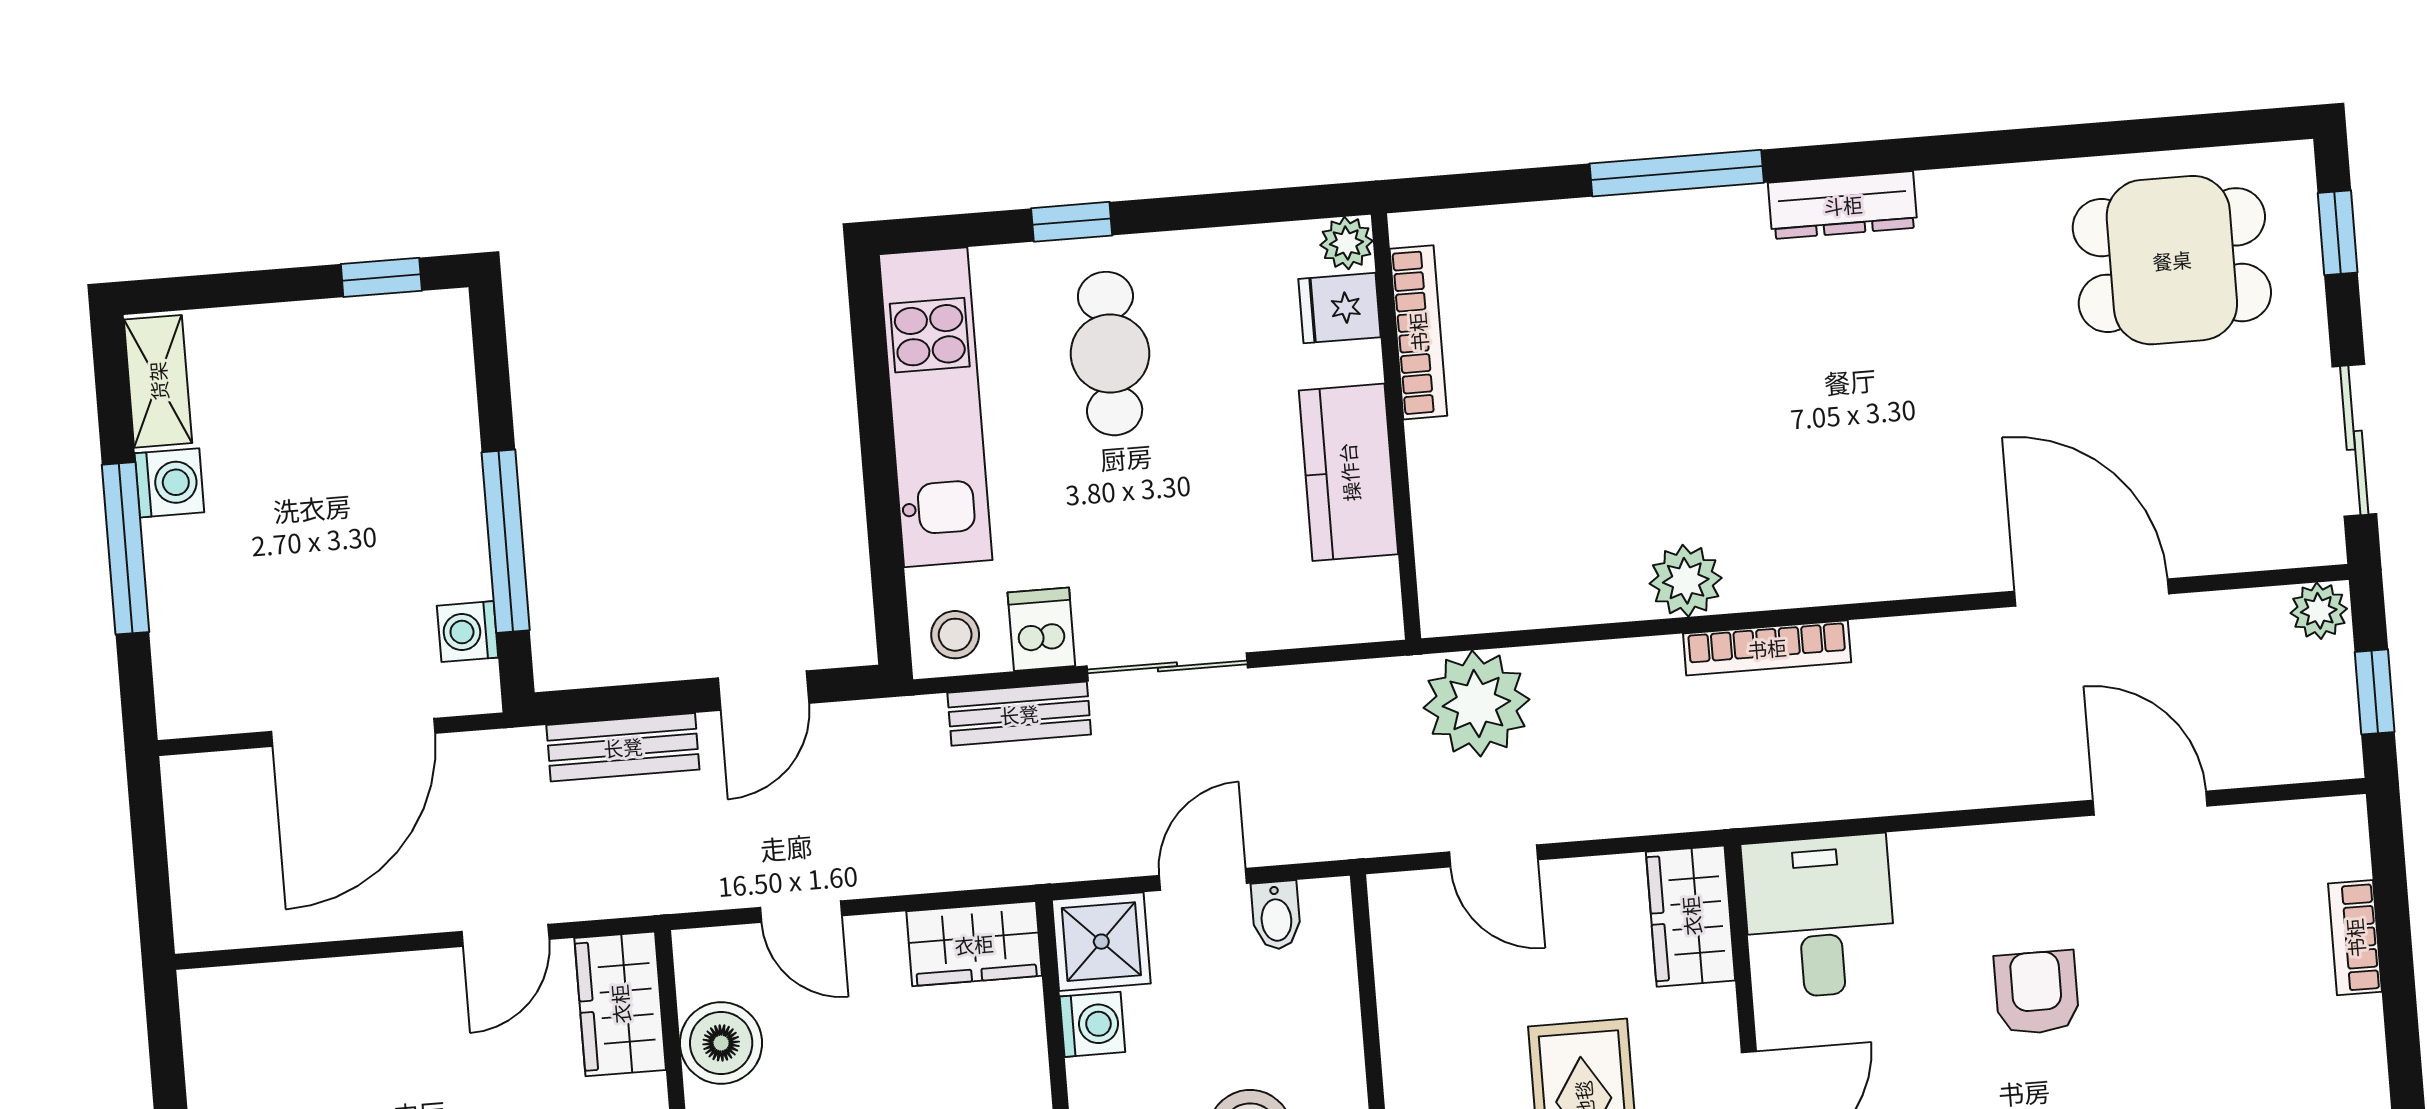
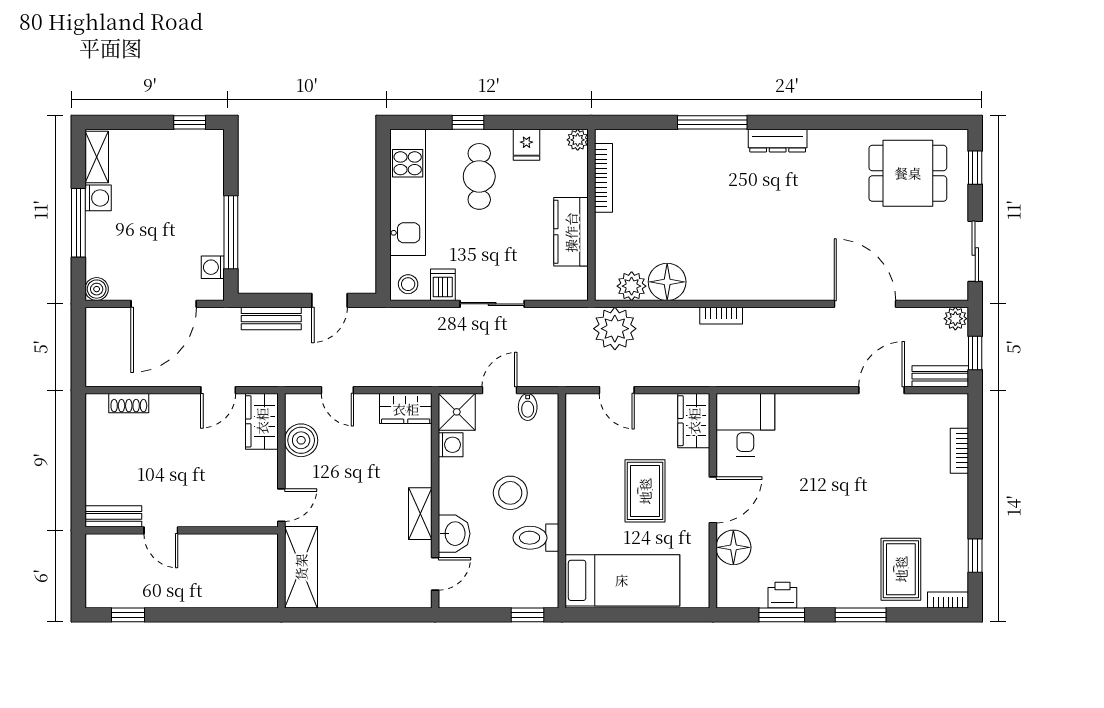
fridge: (1340, 308) -> (526, 145), moved, turned -90
floor lamp: (1597, 577) -> (667, 282), added
plant: (1686, 581) -> (632, 286), moved
bookcase: (1767, 648) -> (721, 316), width x0.64
boiler: (184, 709) -> (97, 289), added
bench: (1019, 714) -> (940, 376), moved
door: (2150, 803) -> (882, 390), hinge flipped
shoe rack: (287, 985) -> (129, 403), added
armchair: (2037, 993) -> (830, 463), removed

